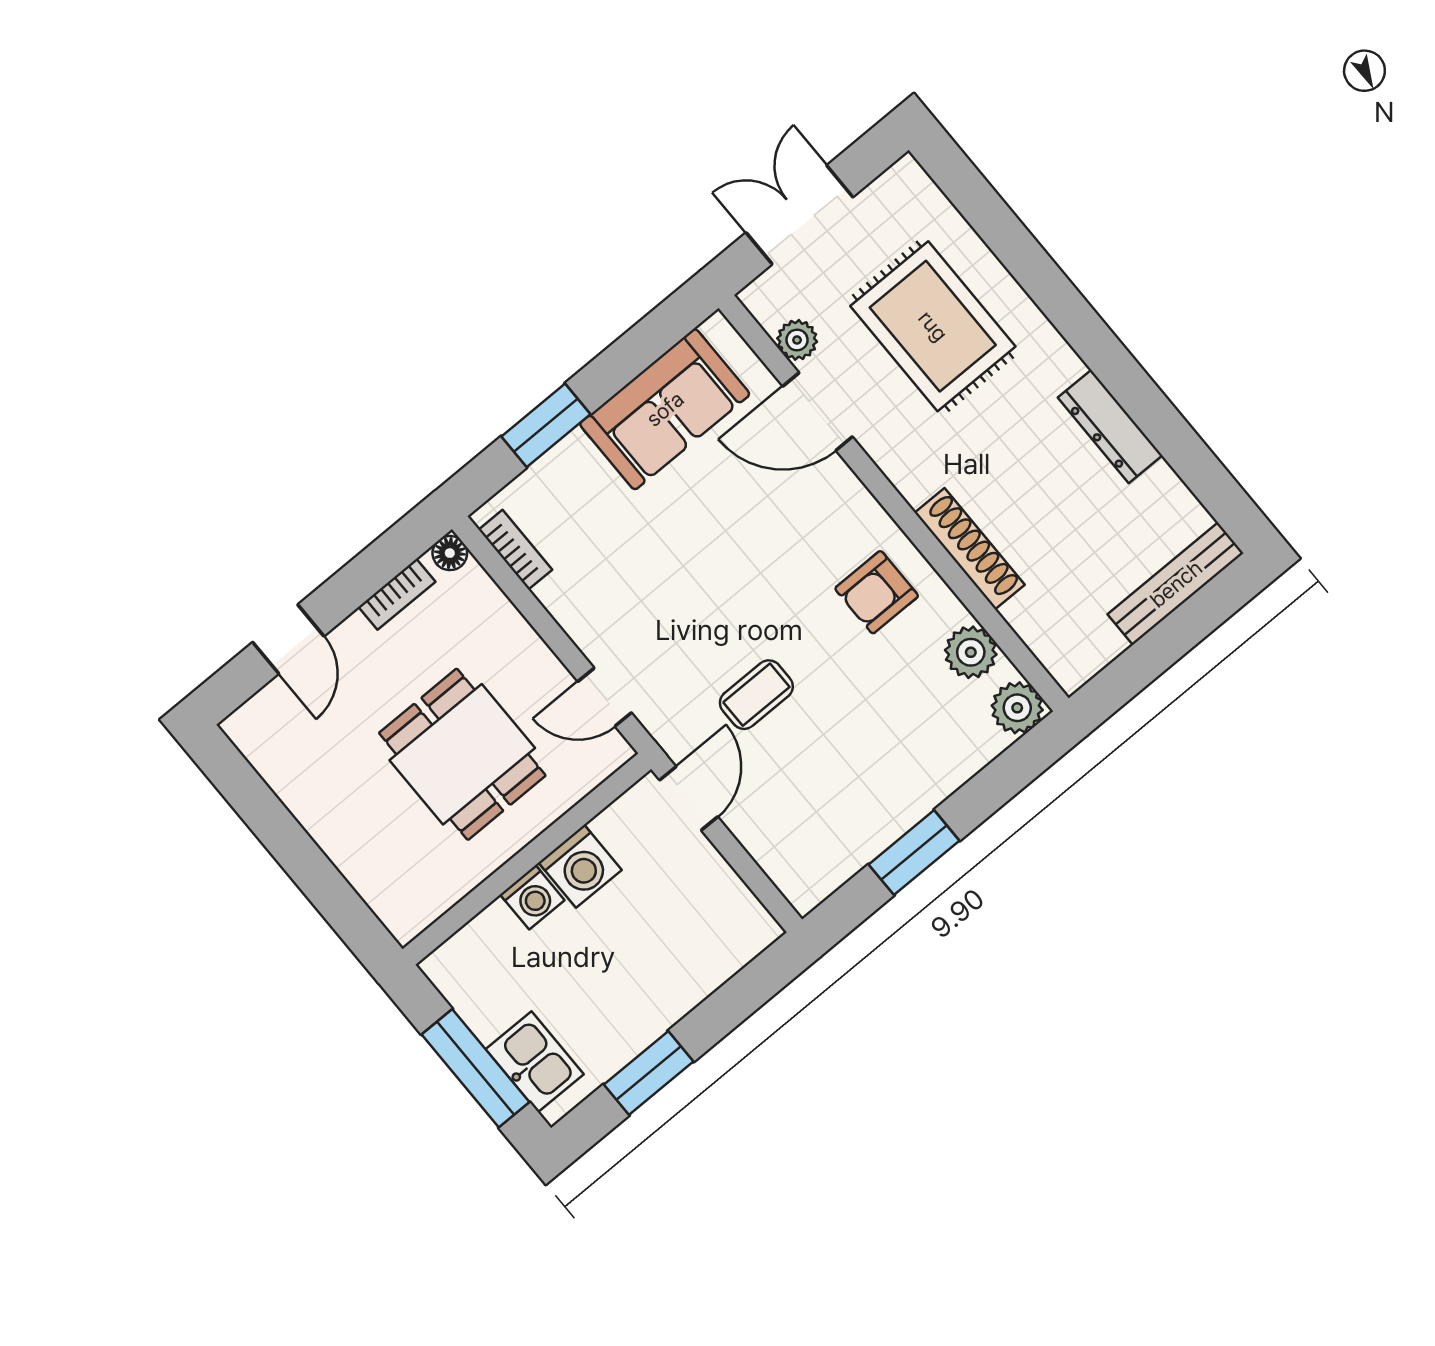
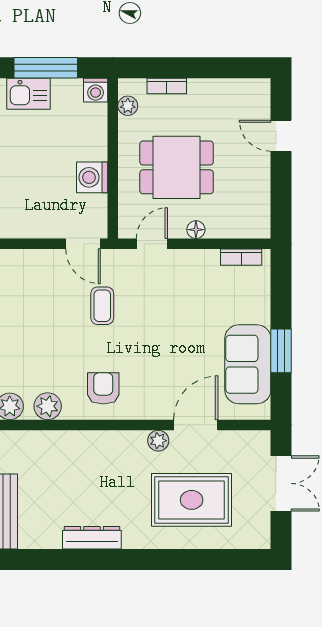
plant: (797, 340) -> (158, 441), moved
window: (546, 425) -> (281, 351), moved
shoe rack: (970, 549) -> (90, 440), removed
floor lamp: (450, 553) -> (196, 230), moved
bookcase: (397, 594) -> (167, 86), moved, turned -90
washing machine: (532, 897) -> (96, 90), moved, turned -90
plant: (431, 901) -> (128, 106), added

